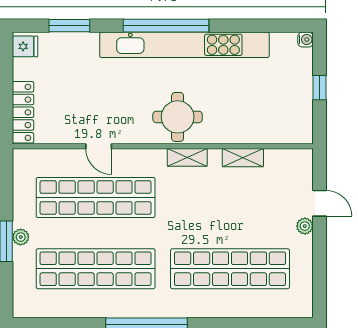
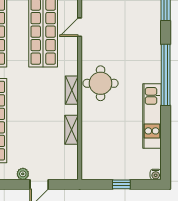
kitchen unit: (184, 45) -> (152, 116), width x0.54

